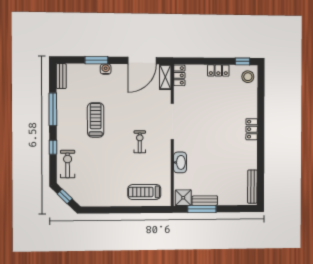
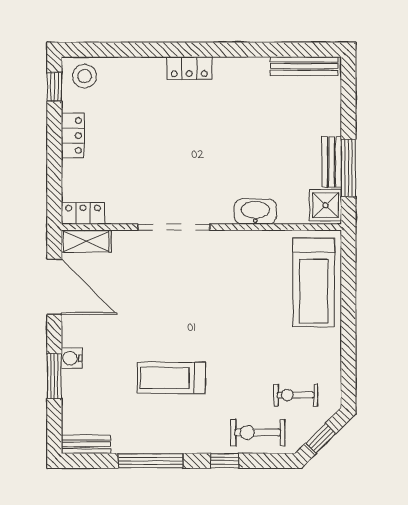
exercise bike: (140, 142) -> (296, 395), moved
treadmill: (144, 192) -> (314, 282), width x1.37, depth x1.38

